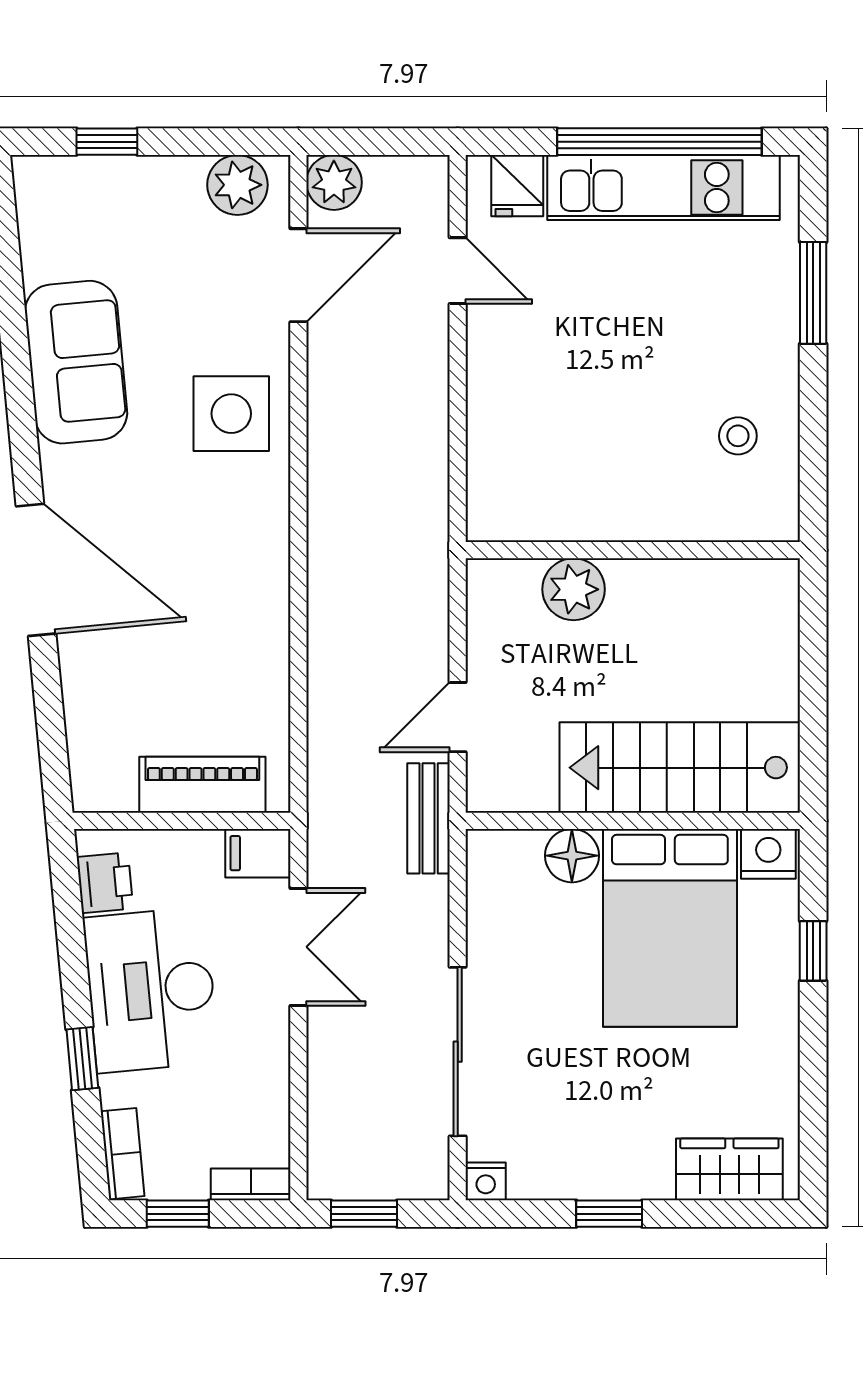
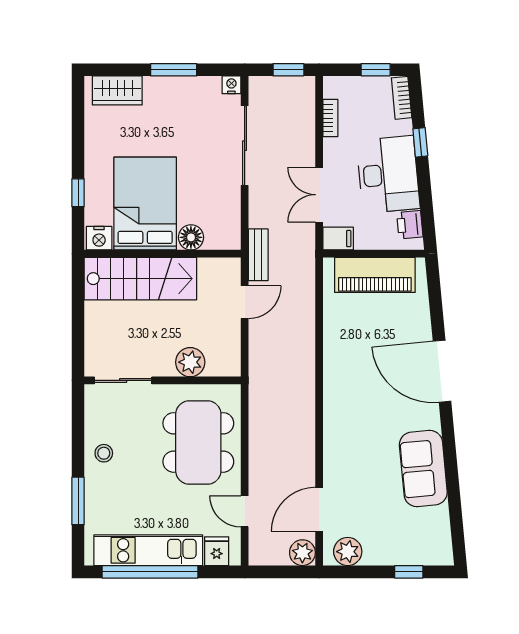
side table: (231, 414) -> (351, 444), removed
dining table: (556, 418) -> (198, 442), added
stool: (738, 436) -> (104, 453), moved
sliding door: (717, 550) -> (123, 380), added
piano: (202, 785) -> (375, 275), width x1.37, depth x1.33
bookcase: (251, 1184) -> (330, 118), moved, turned -90
window: (609, 1214) -> (174, 70), width x1.50

